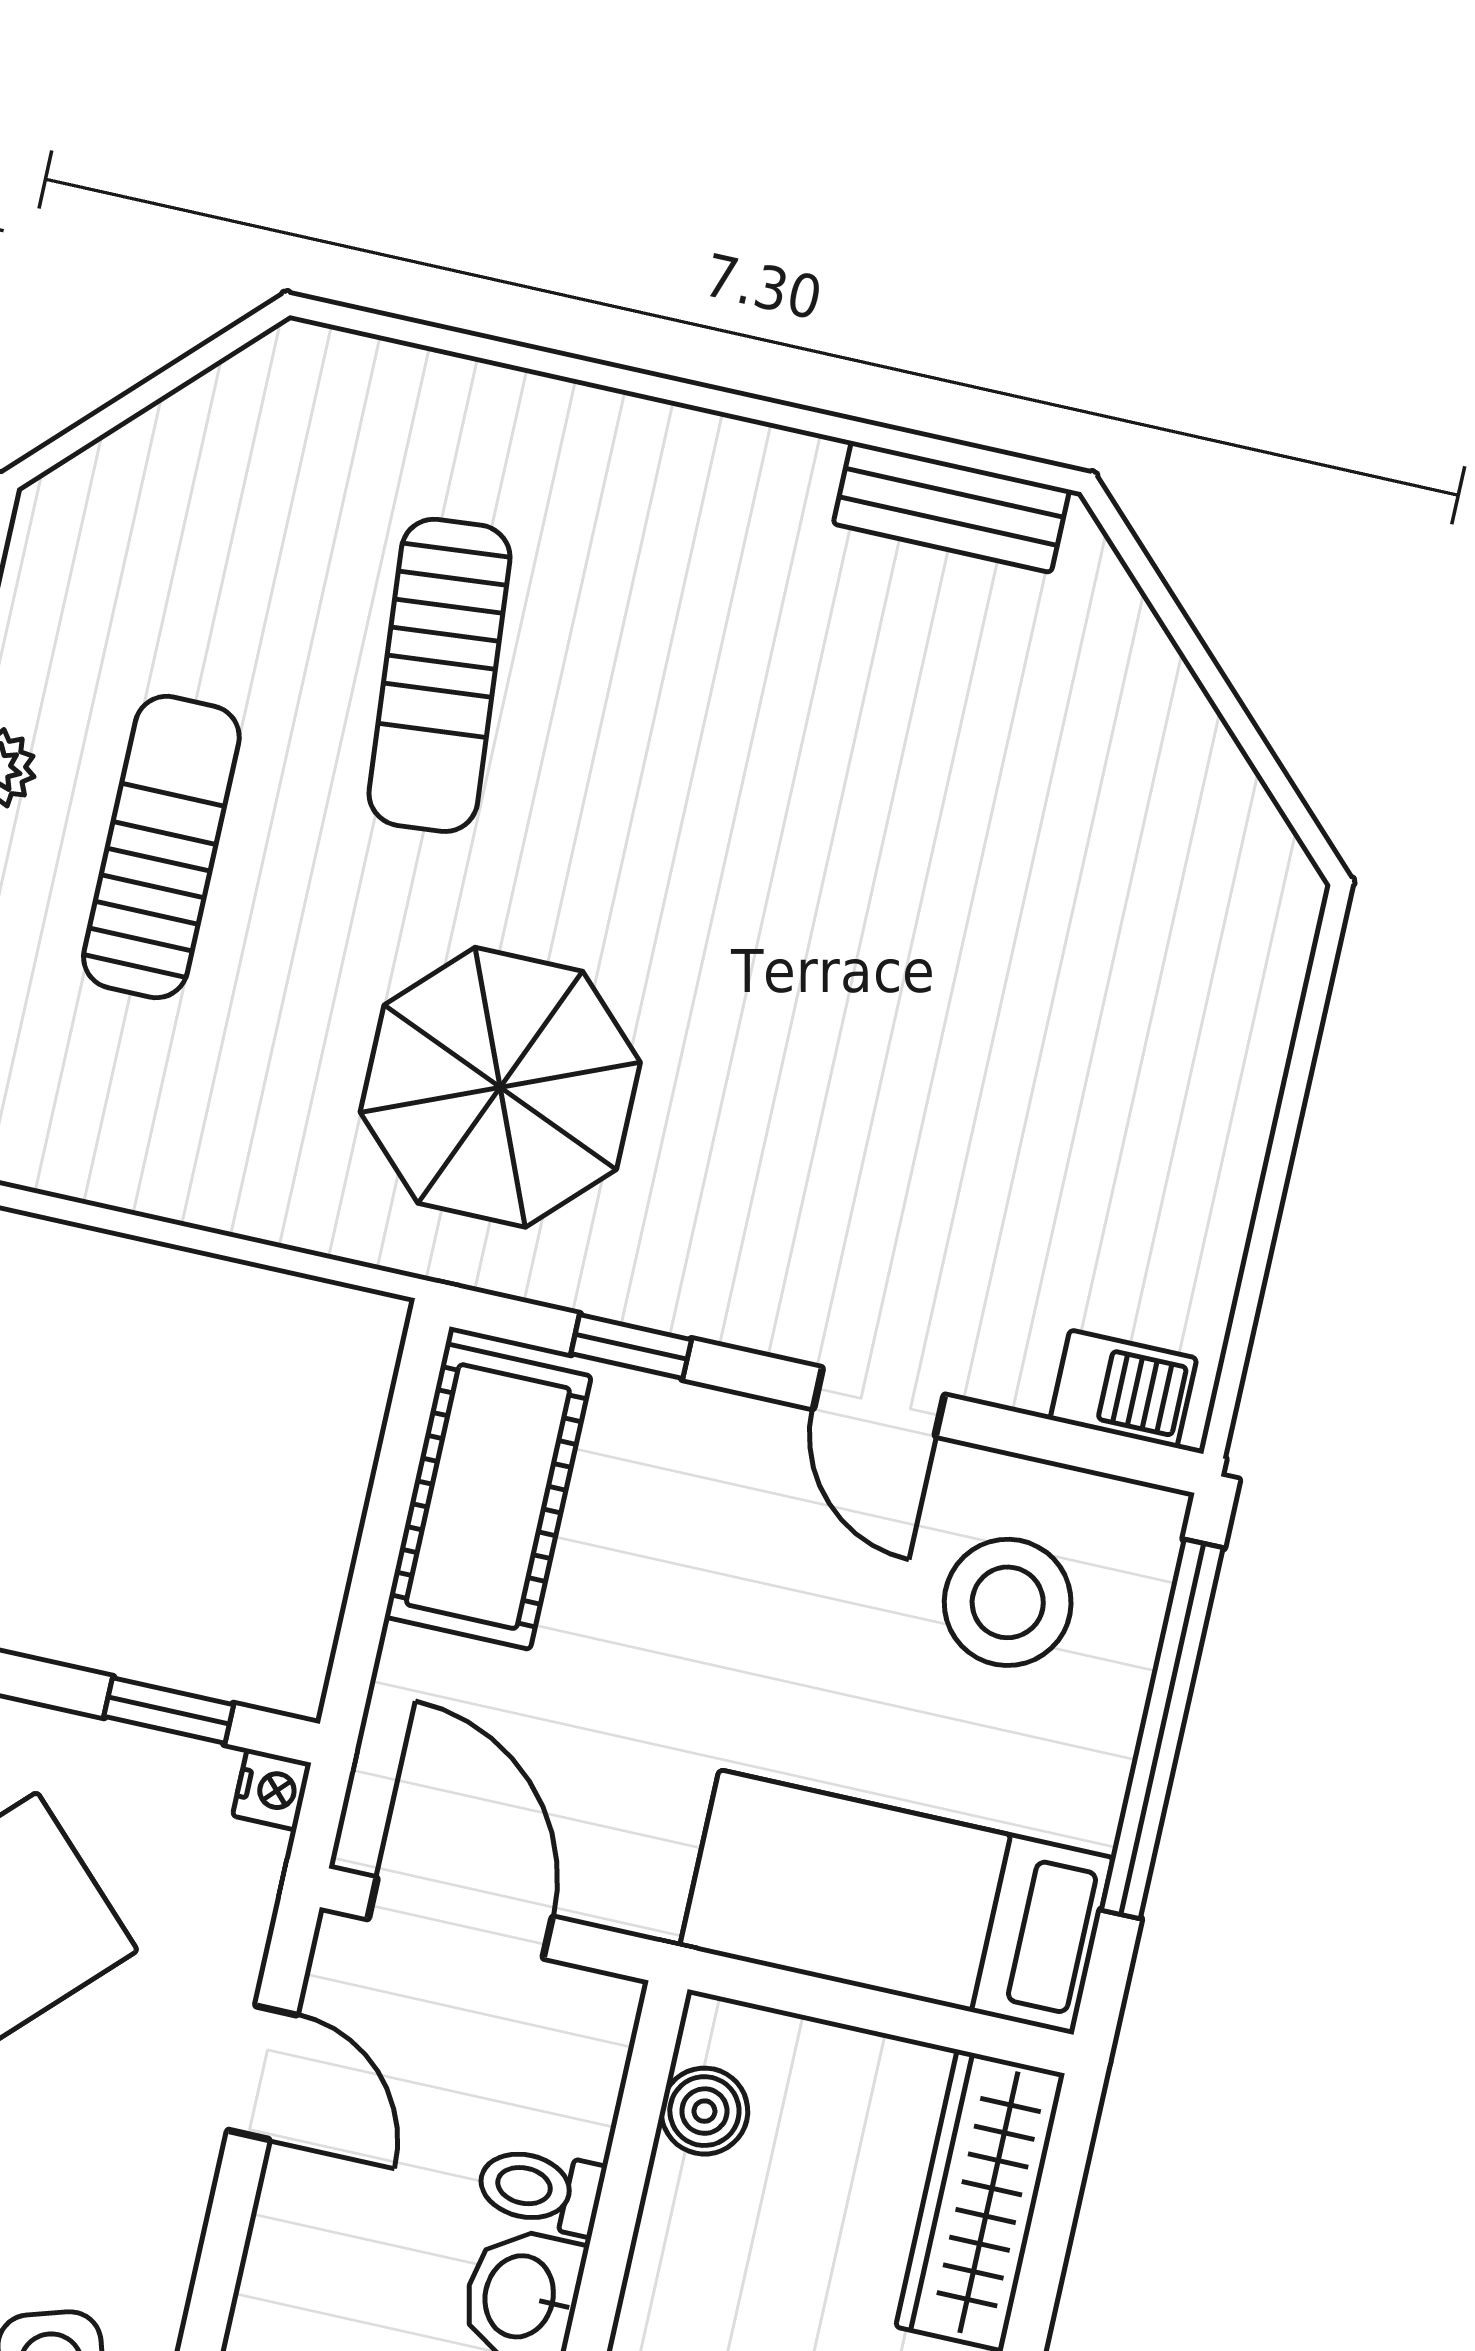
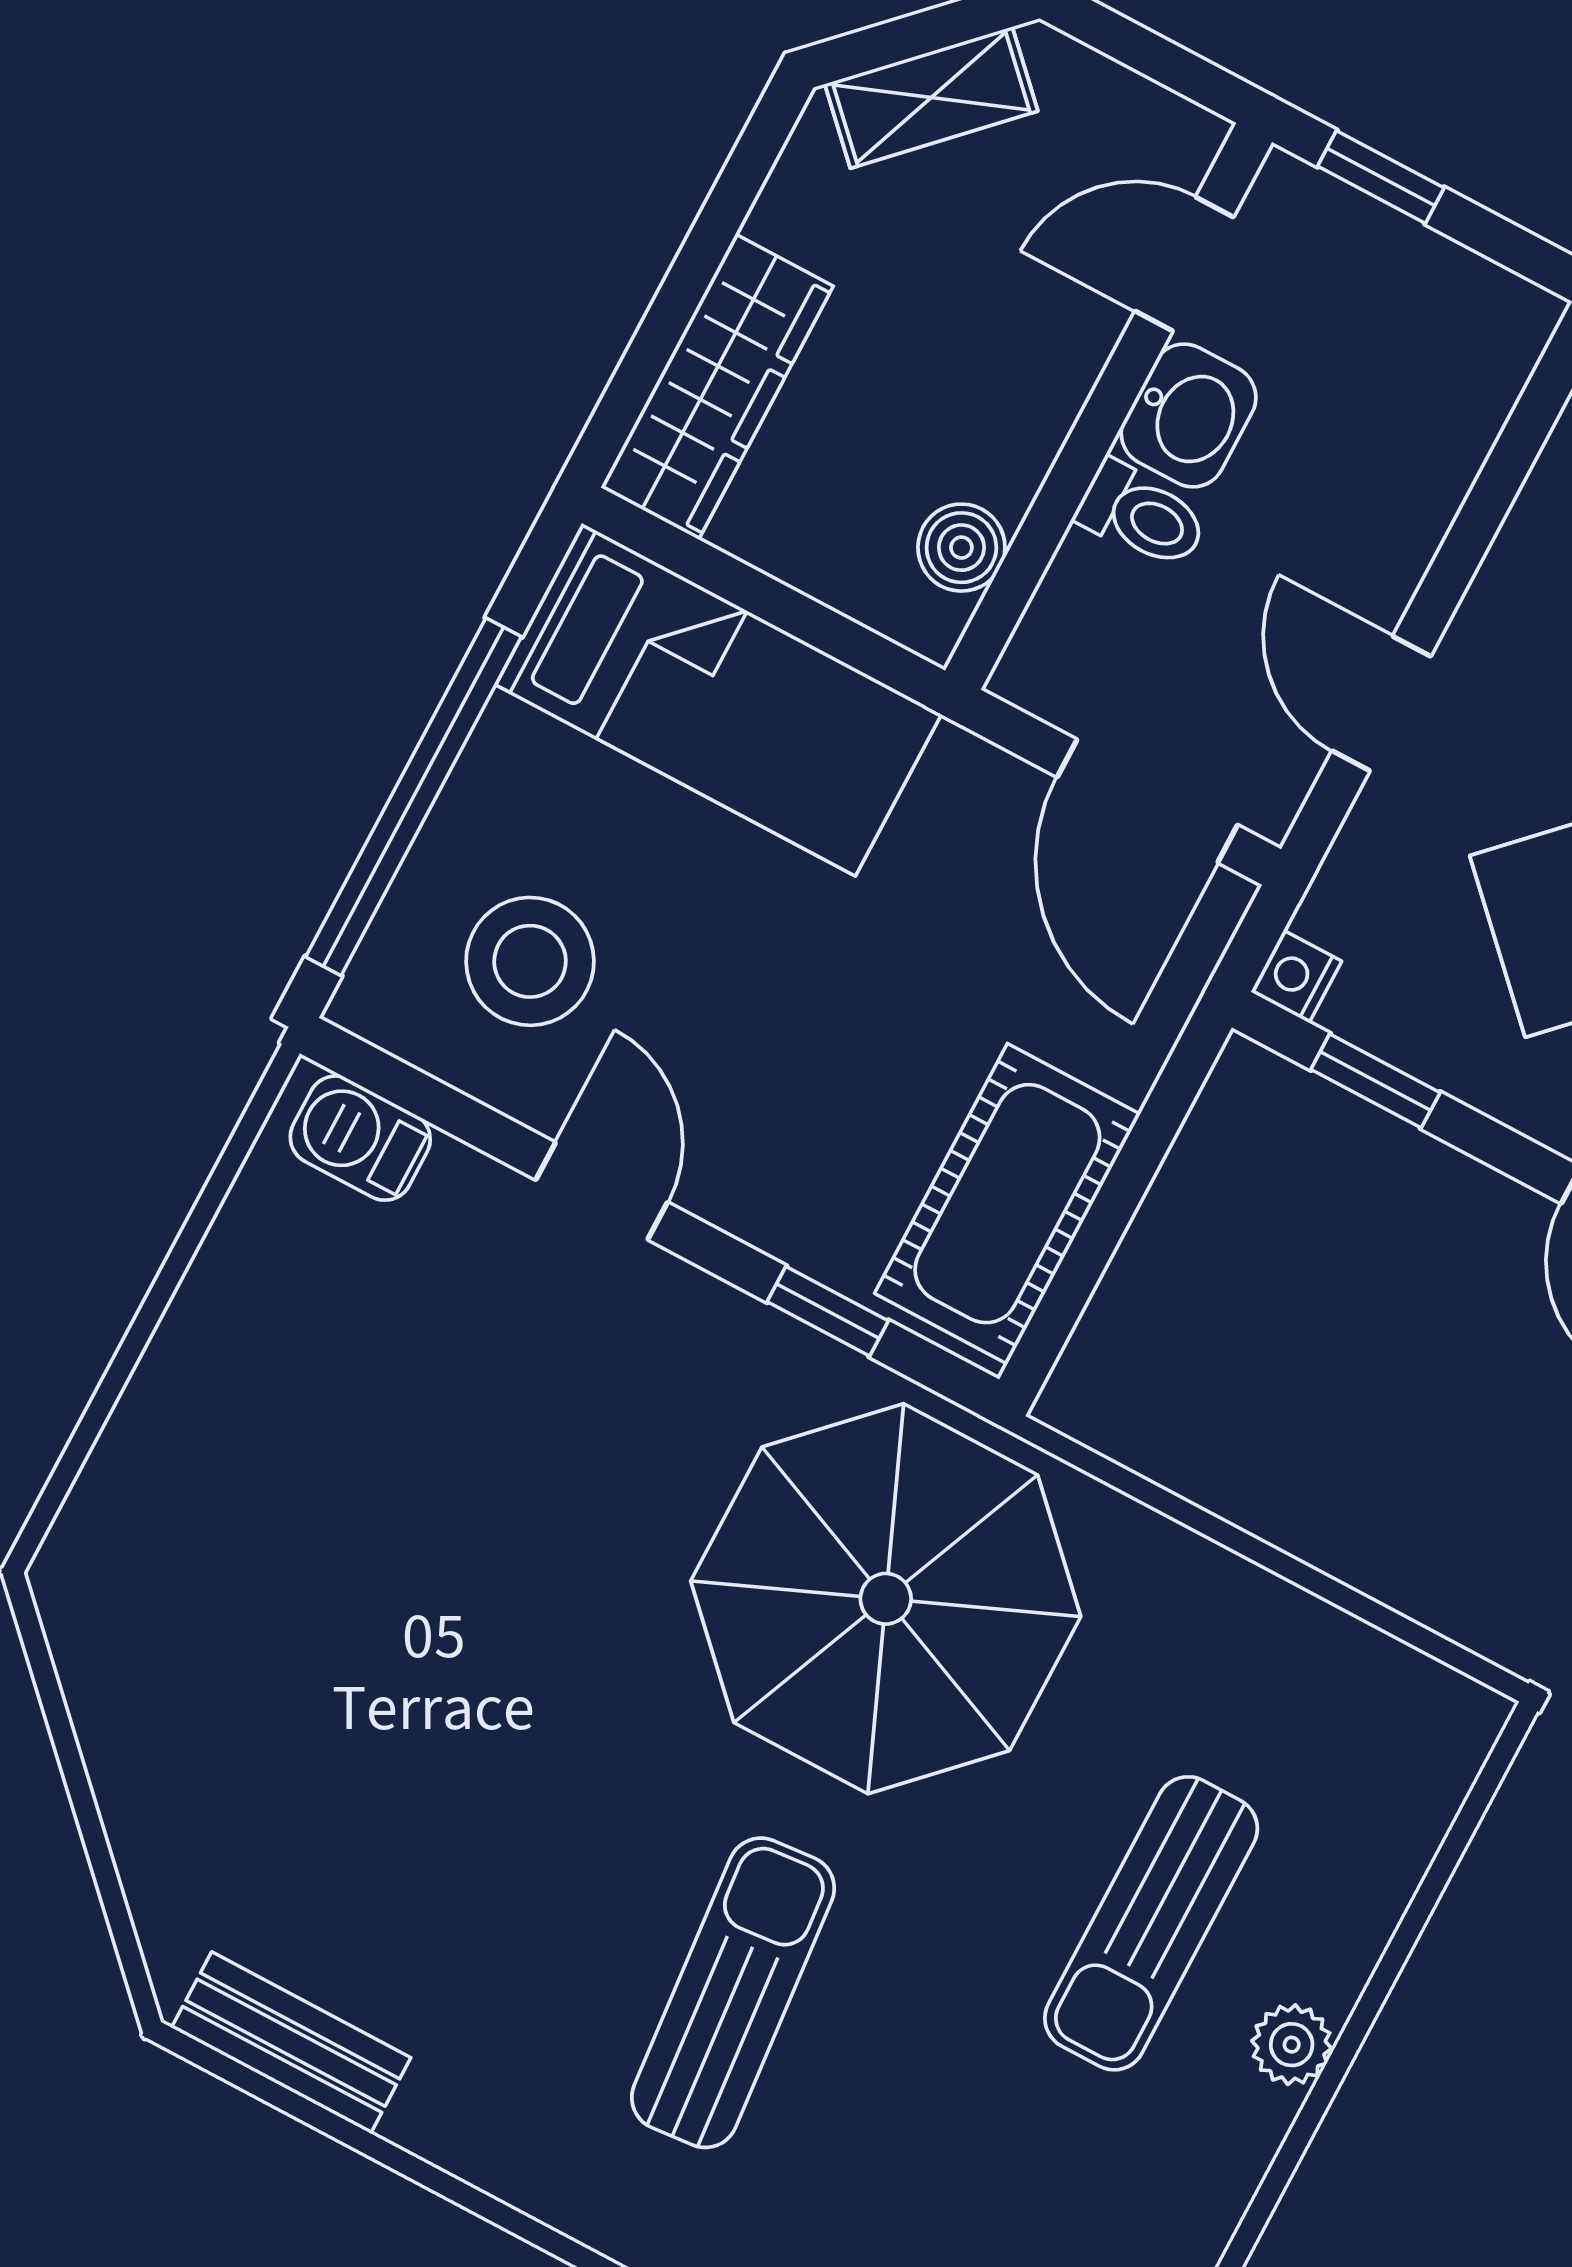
sun lounger: (440, 675) -> (733, 1993), moved
parasol: (500, 1087) -> (886, 1599), width x1.36, depth x1.36

